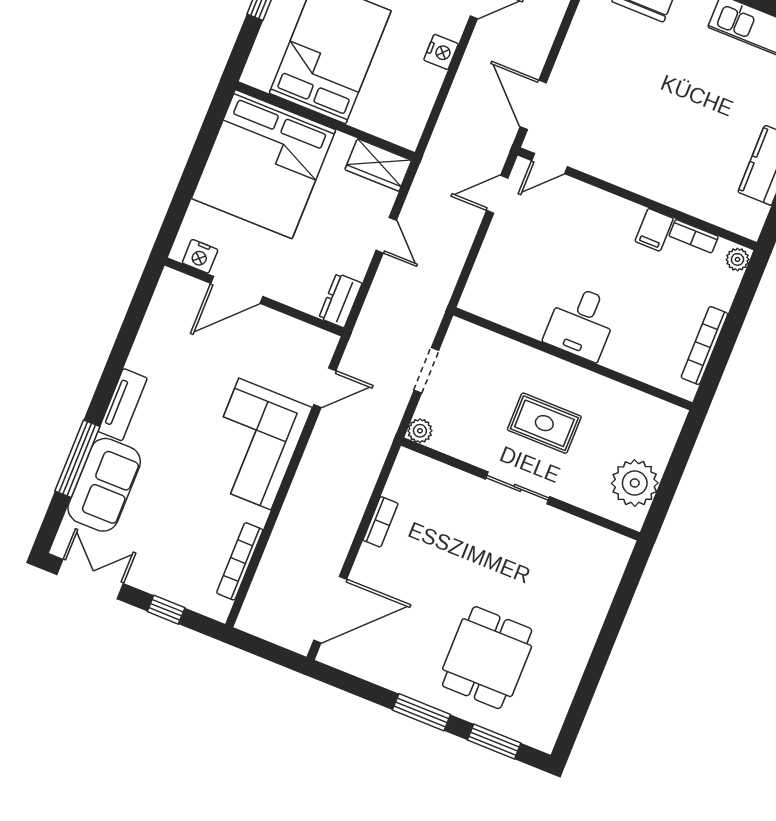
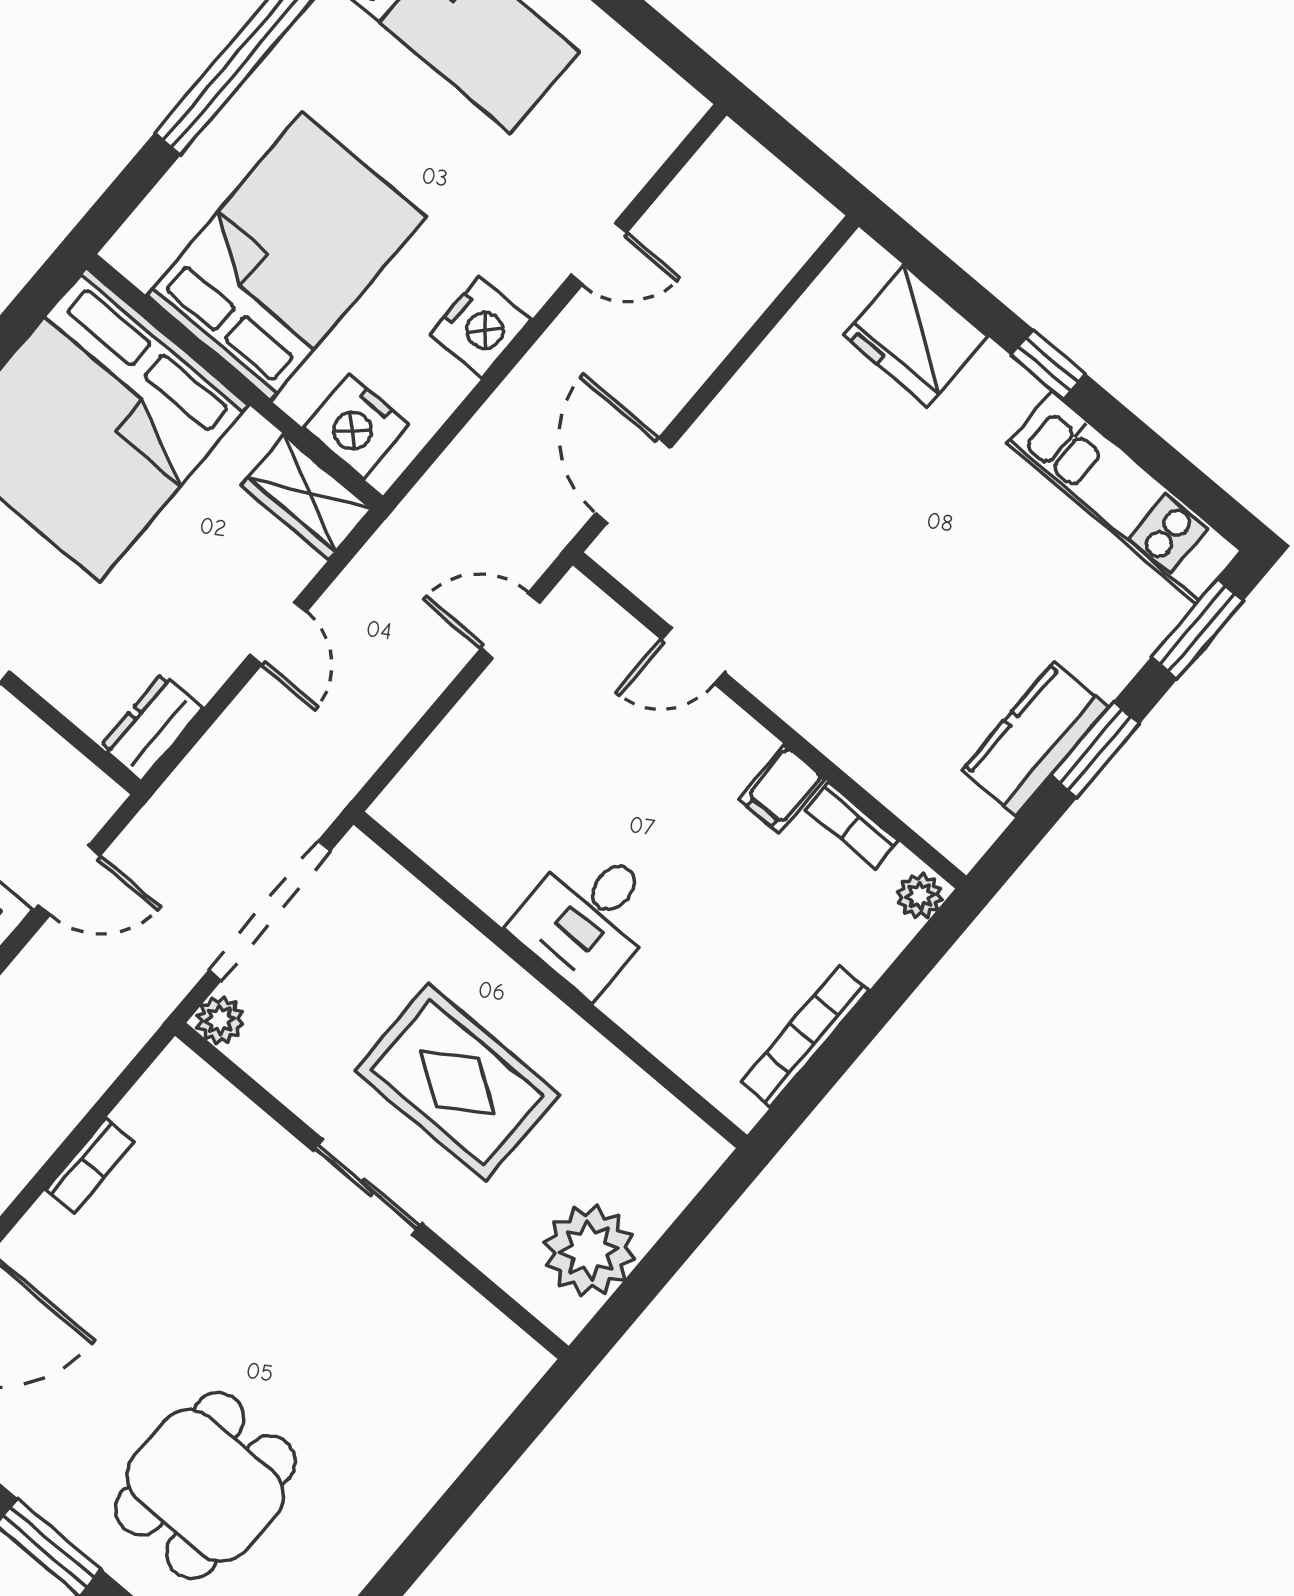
nightstand: (441, 52) -> (481, 327), width x1.36, depth x1.33
nightstand: (391, 123) -> (356, 426), added
door: (550, 164) -> (693, 656), moved
doorway: (426, 370) -> (269, 911), width x1.88
rug: (544, 423) -> (457, 1082), width x1.36, depth x1.43

